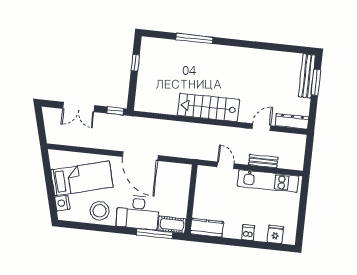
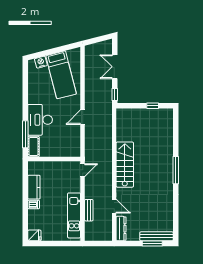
window: (194, 38) -> (176, 170), moved
door: (140, 156) -> (83, 117), width x0.53
door: (226, 165) -> (83, 170), moved
stool: (100, 211) -> (38, 91), removed
kitchen counter: (207, 228) -> (34, 187), moved
fridge: (275, 234) -> (34, 235), moved

